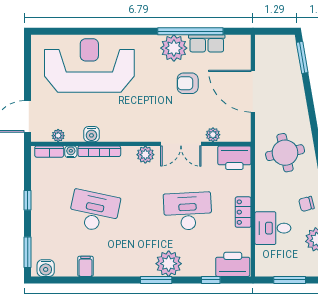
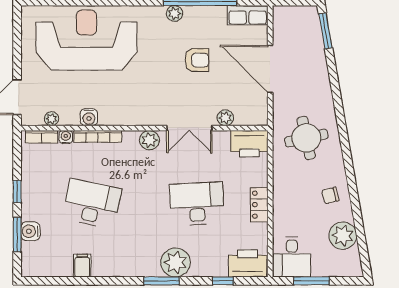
row of seats: (207, 43) -> (248, 15), moved
plant: (174, 48) -> (174, 13), width x0.53, depth x0.53
armchair: (188, 83) -> (197, 60), turned 180
desk: (273, 228) -> (292, 257), moved, turned -90
window: (28, 252) -> (17, 235), moved
water cooler: (46, 268) -> (30, 231), moved, turned 90

